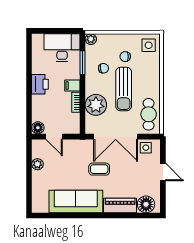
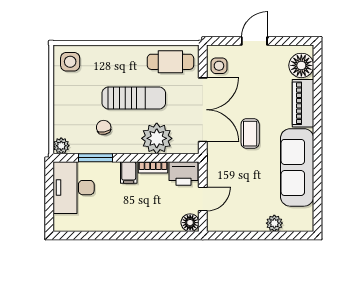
chair: (125, 57) -> (87, 96), removed
printer: (40, 84) -> (183, 173), moved, turned 180
plant: (37, 164) -> (274, 223), moved

